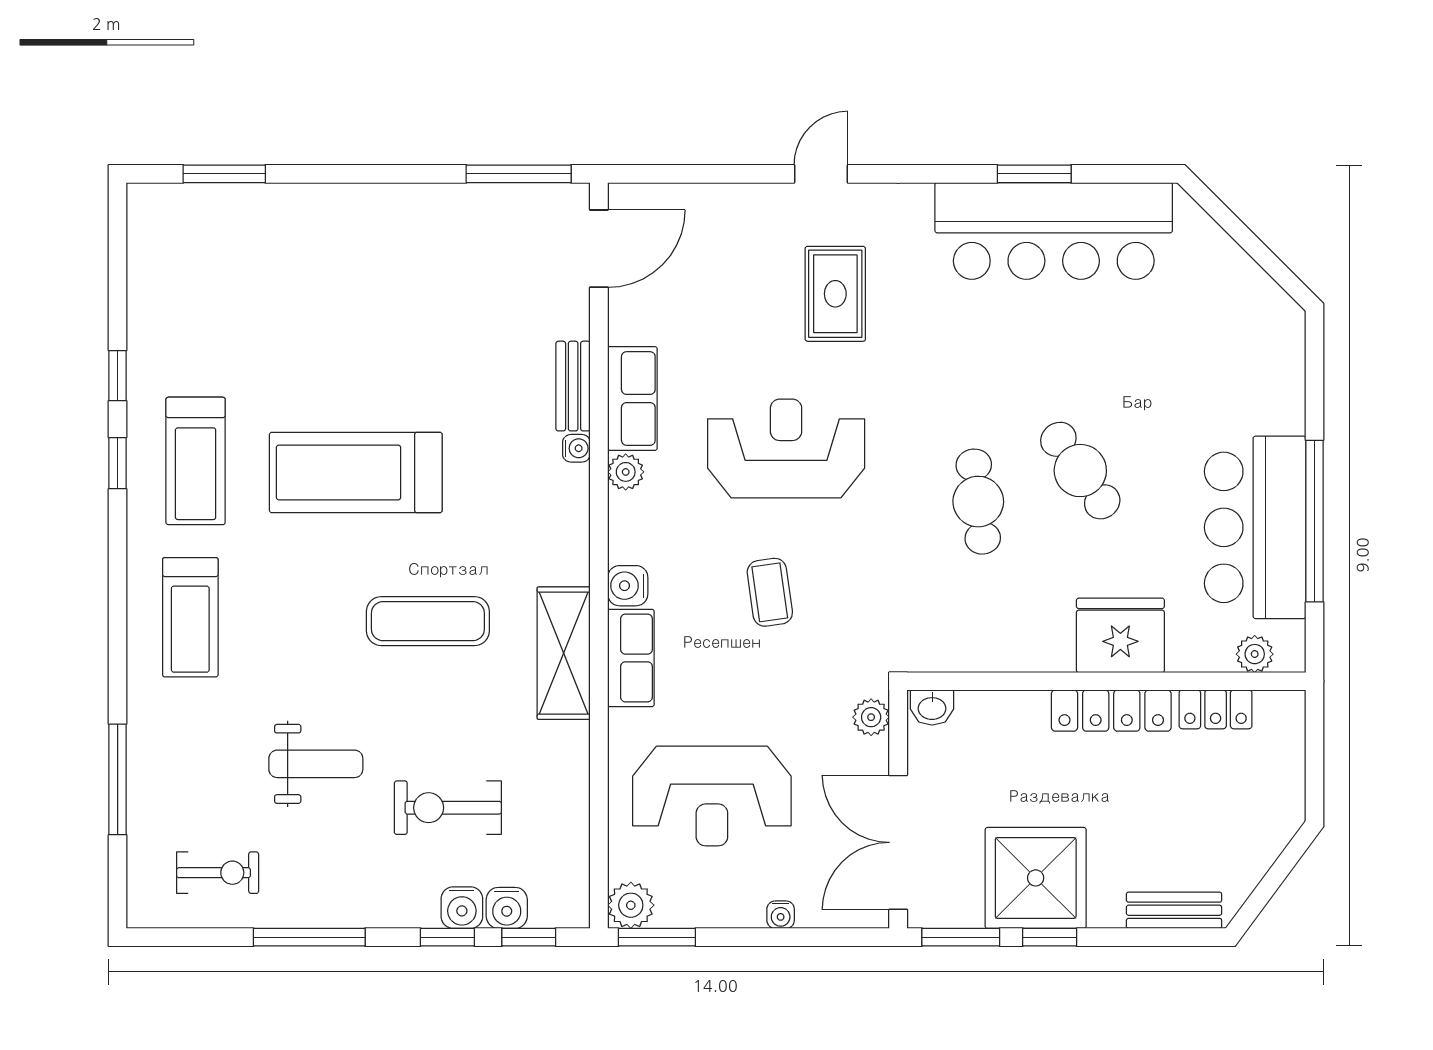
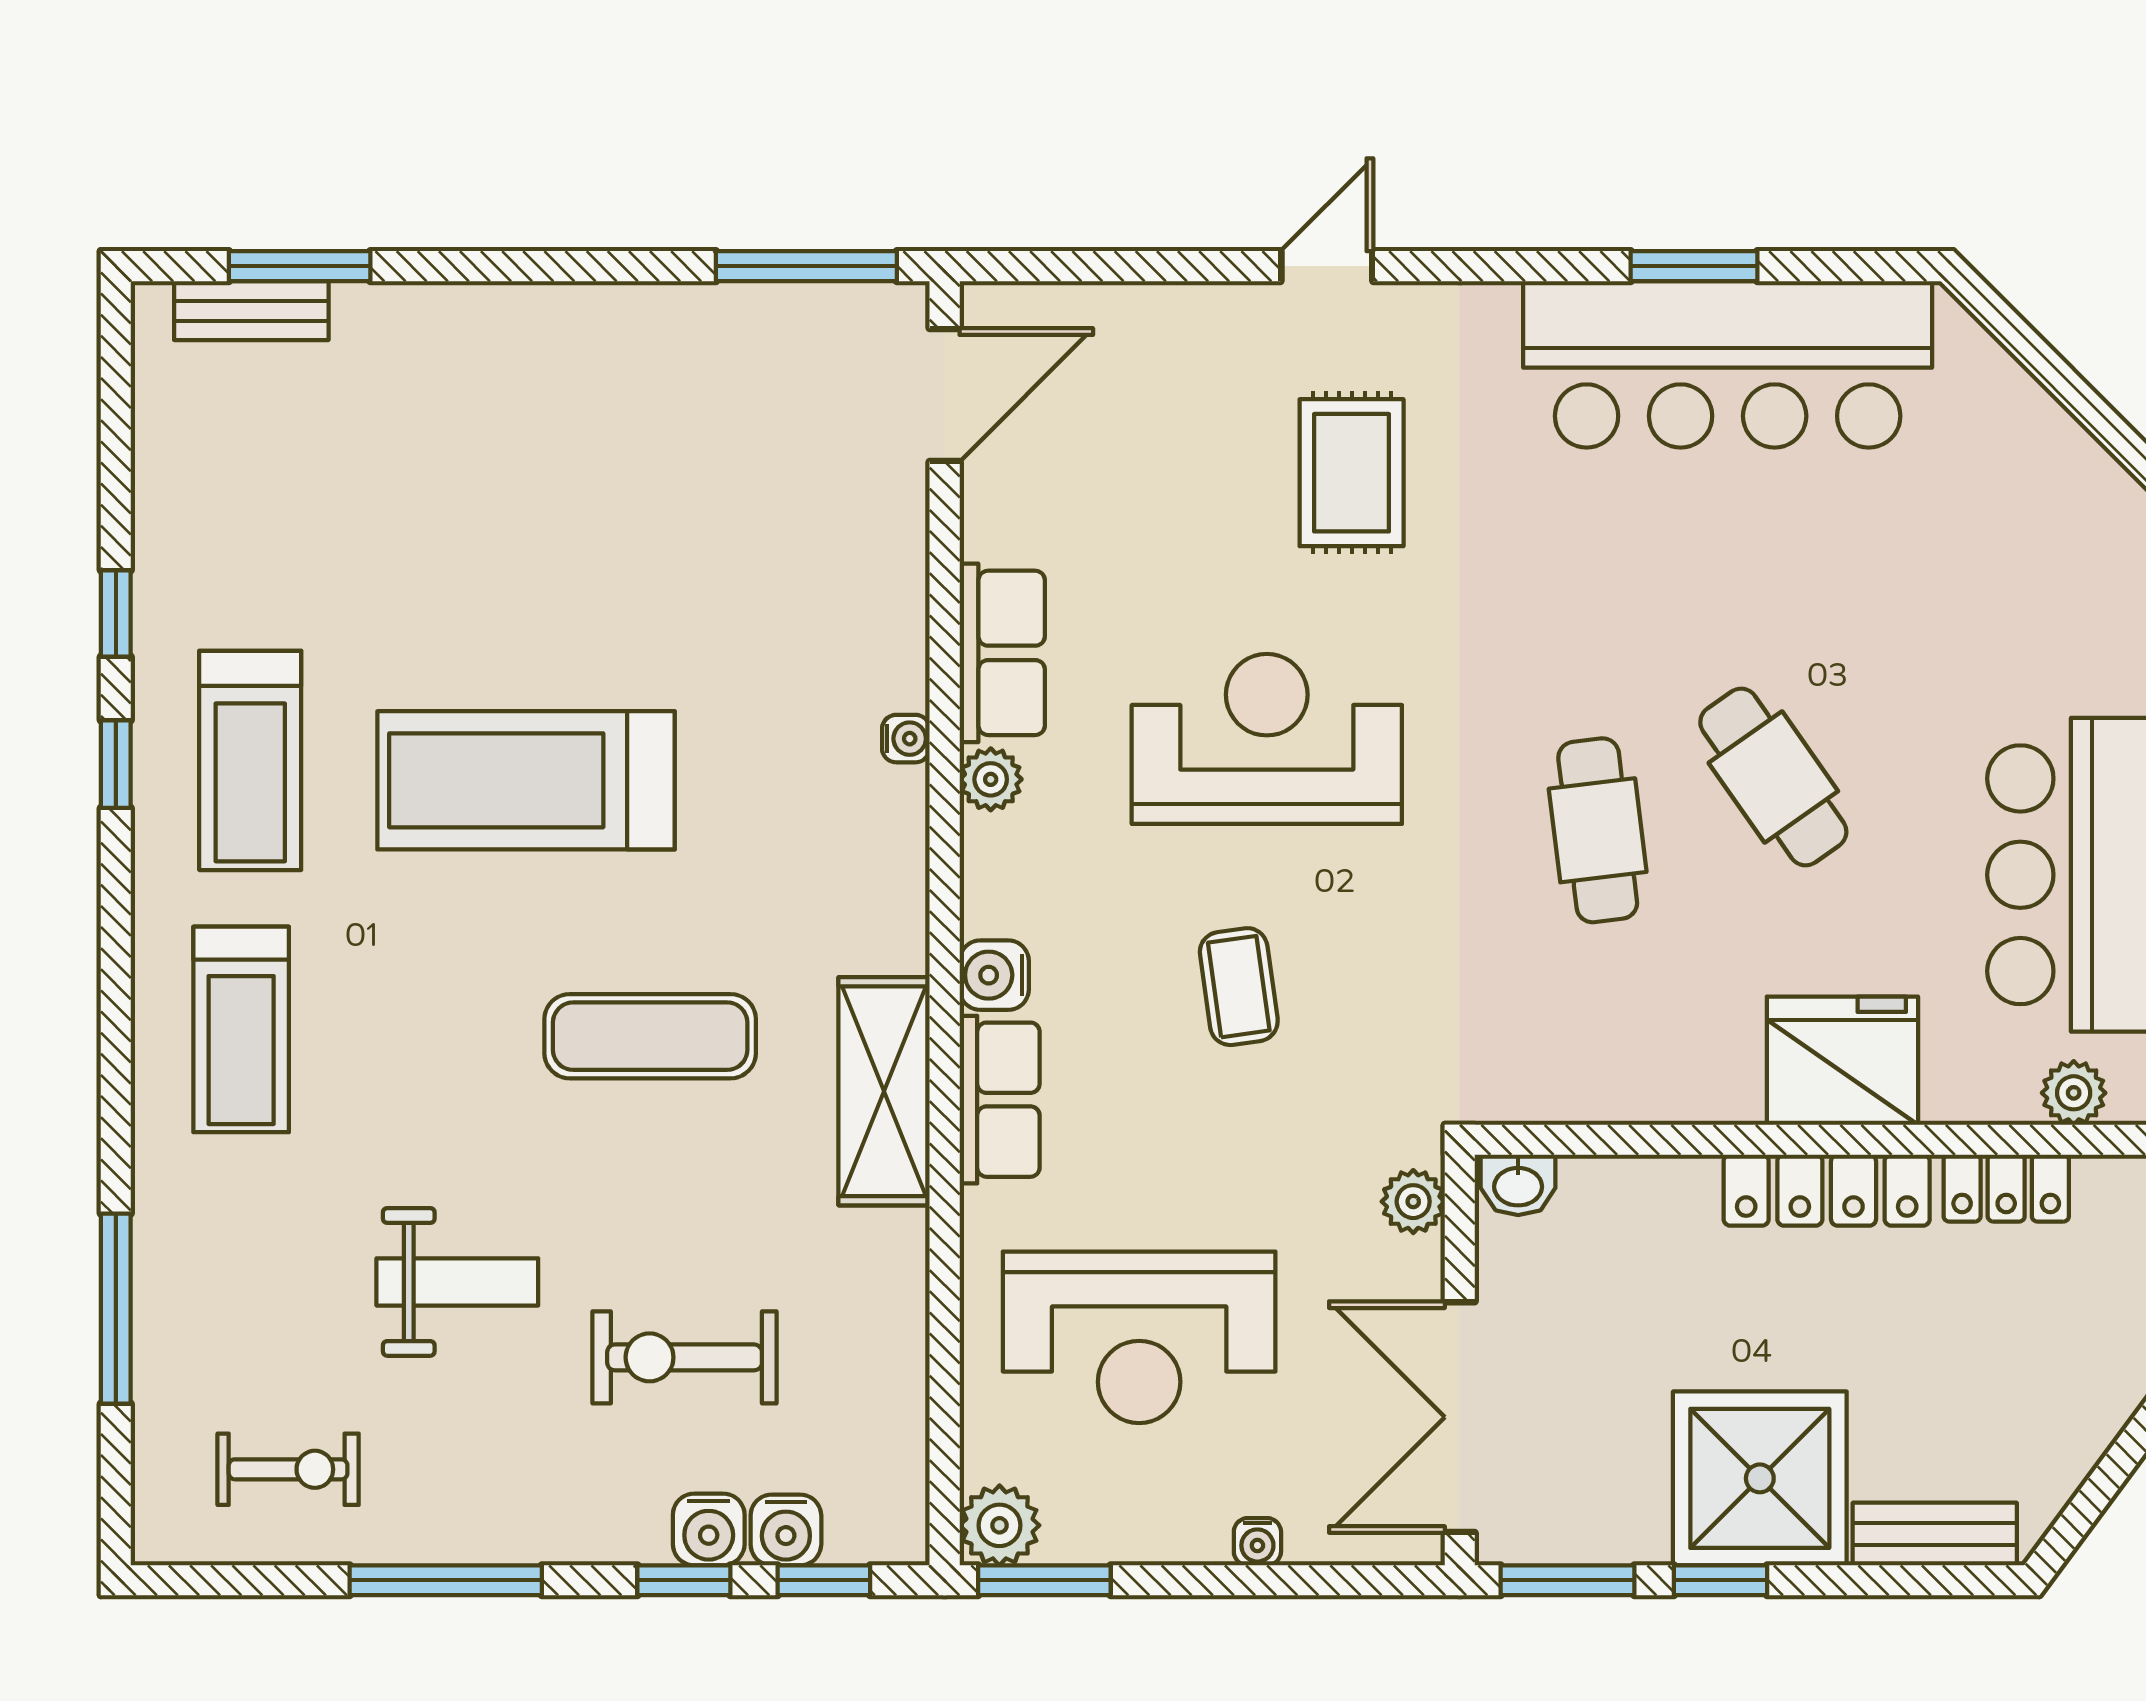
bench: (573, 386) -> (251, 311), moved, turned 90
shower: (1036, 878) -> (1760, 1478), moved

